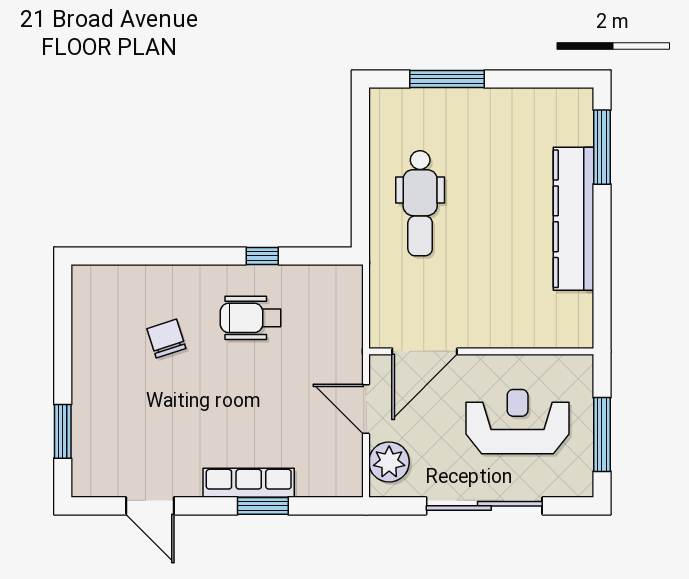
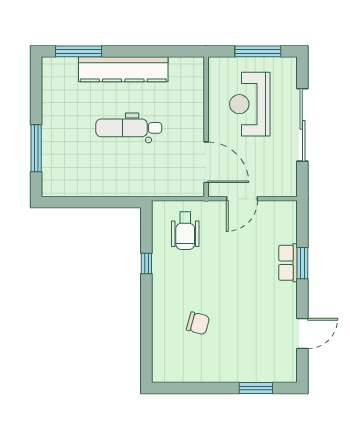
dental chair: (420, 203) -> (129, 128), moved, turned 180
wheelchair: (251, 318) -> (185, 231), moved
chair: (166, 339) -> (198, 323), turned -147
plant: (389, 462) -> (275, 184), removed
row of seats: (249, 483) -> (288, 263), width x0.68

